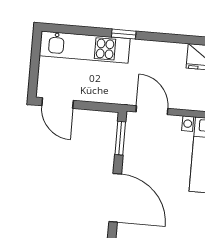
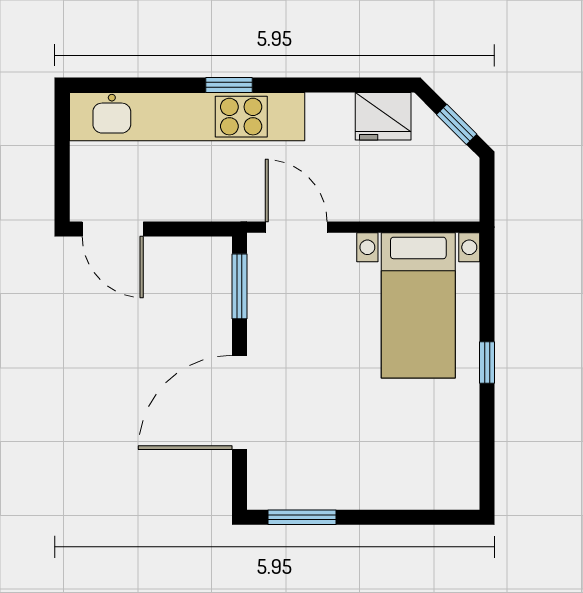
kitchen unit: (85, 47) -> (187, 117), width x1.36
door: (115, 198) -> (239, 402), swing flipped

